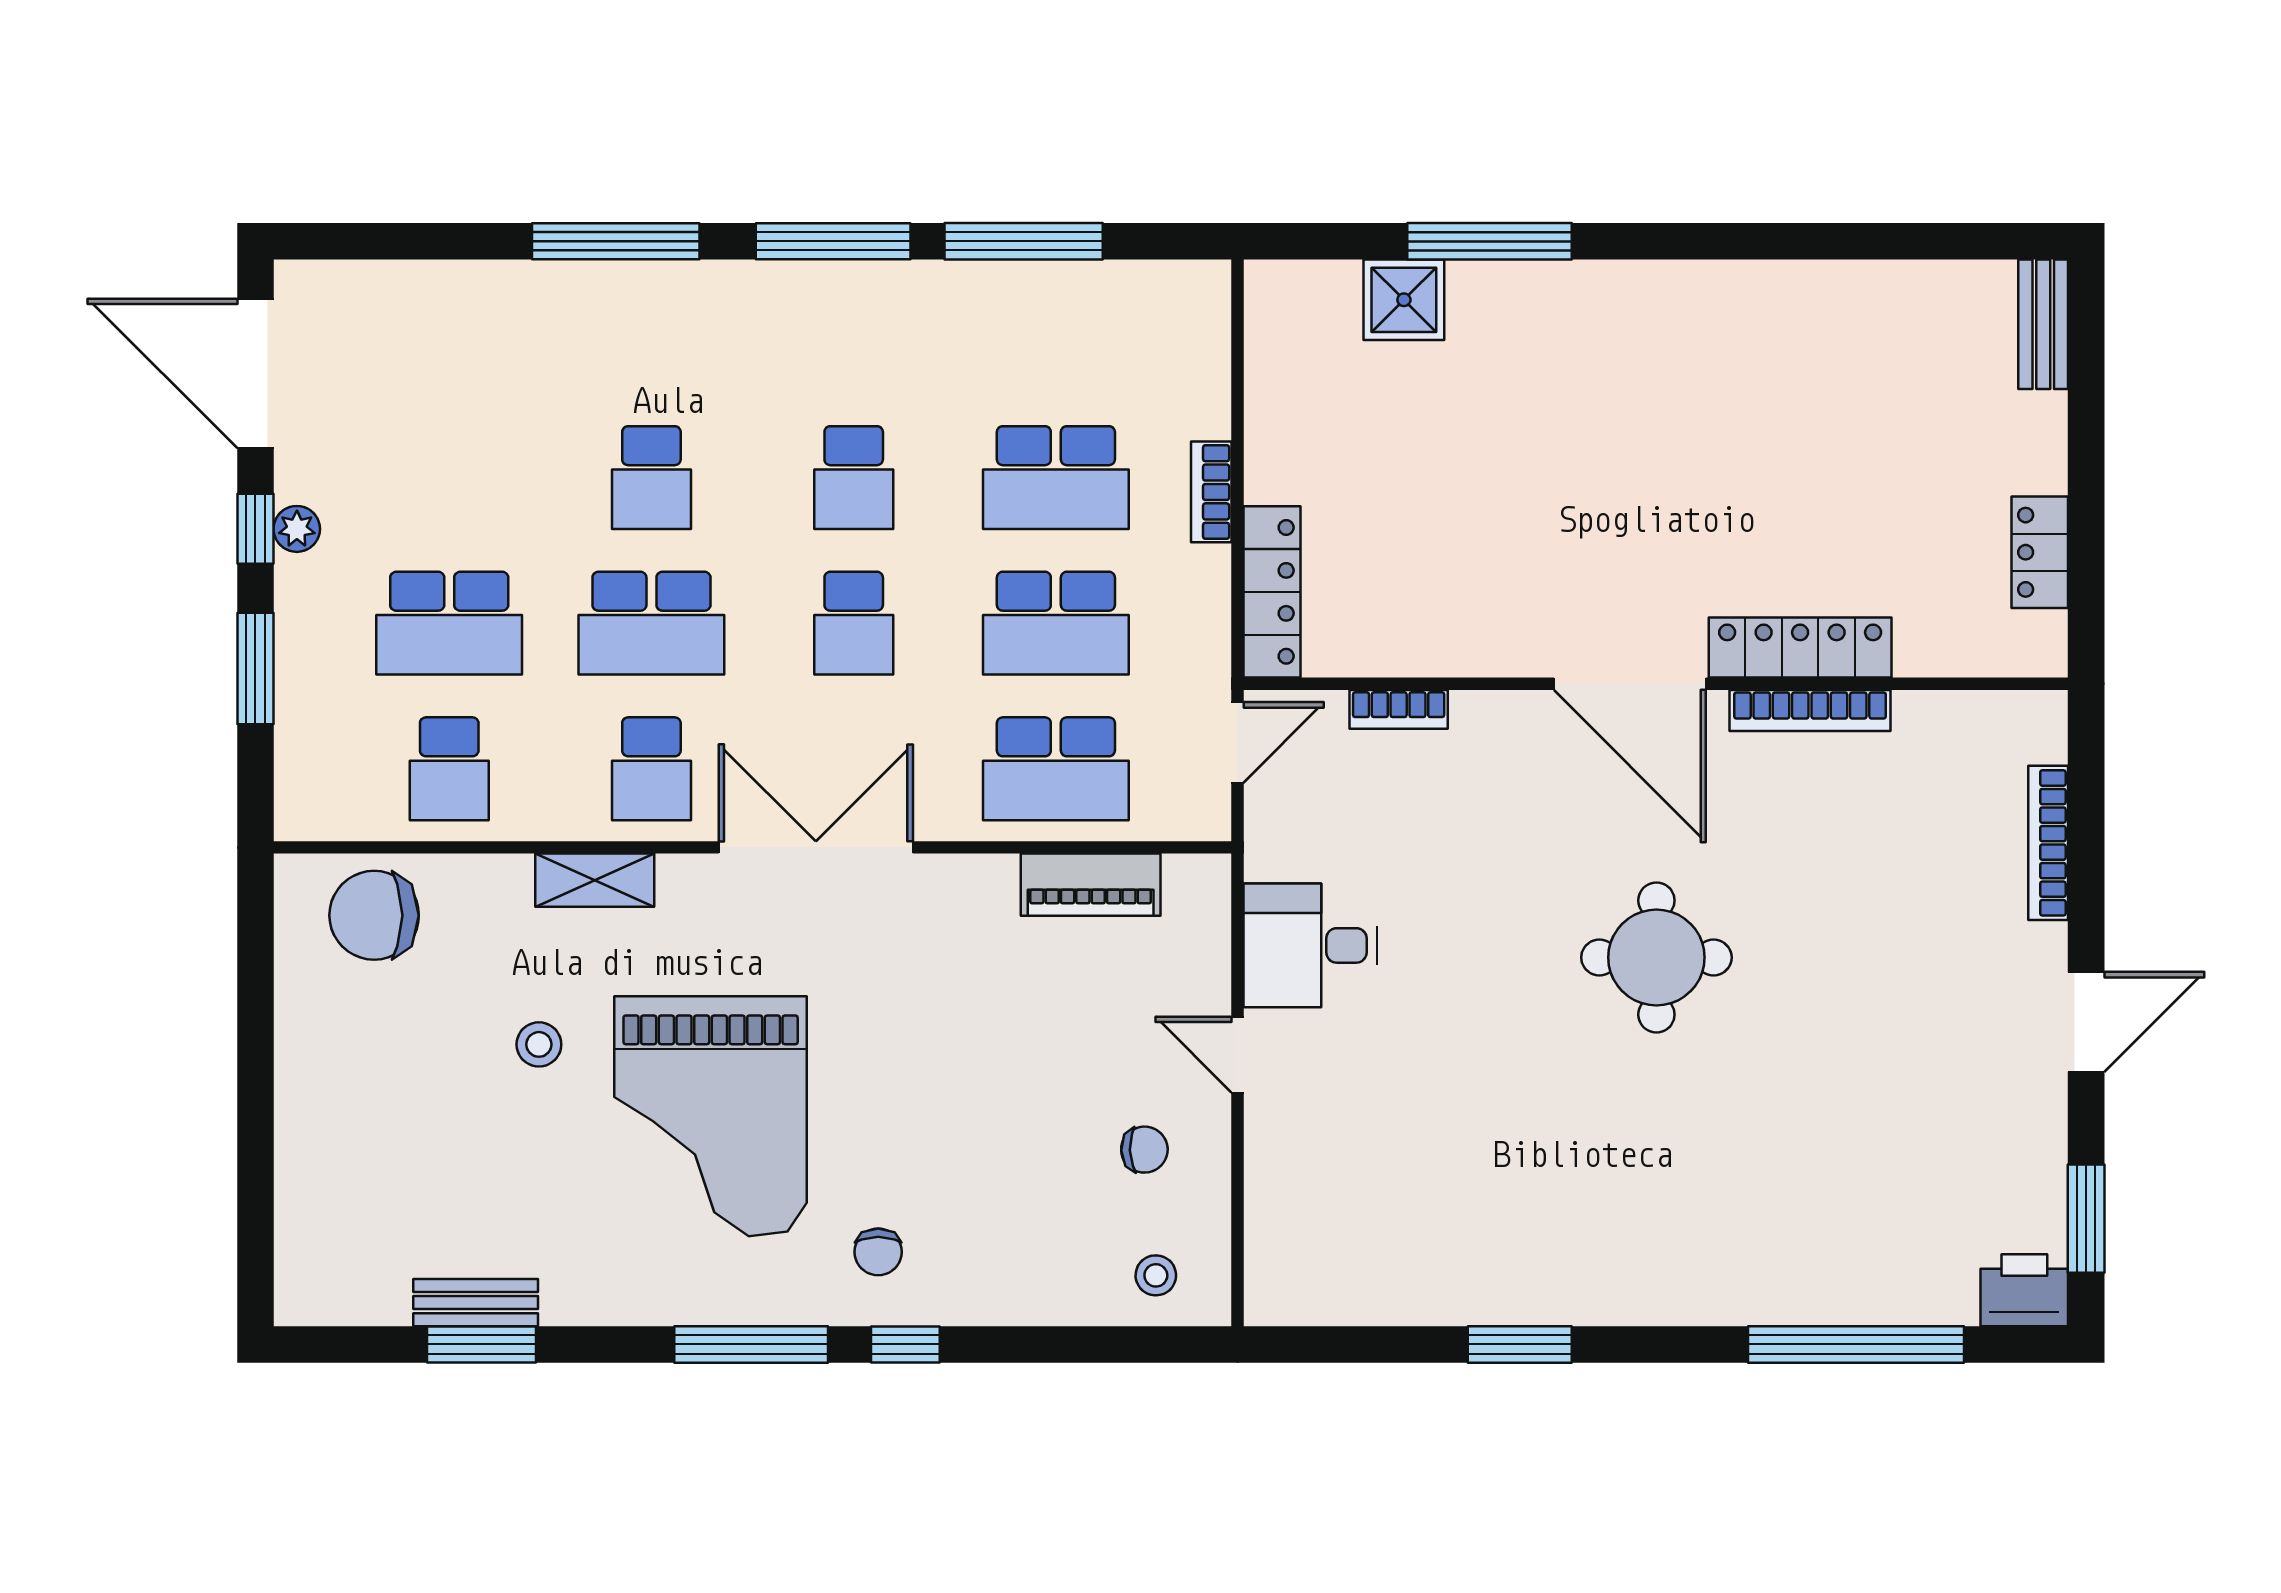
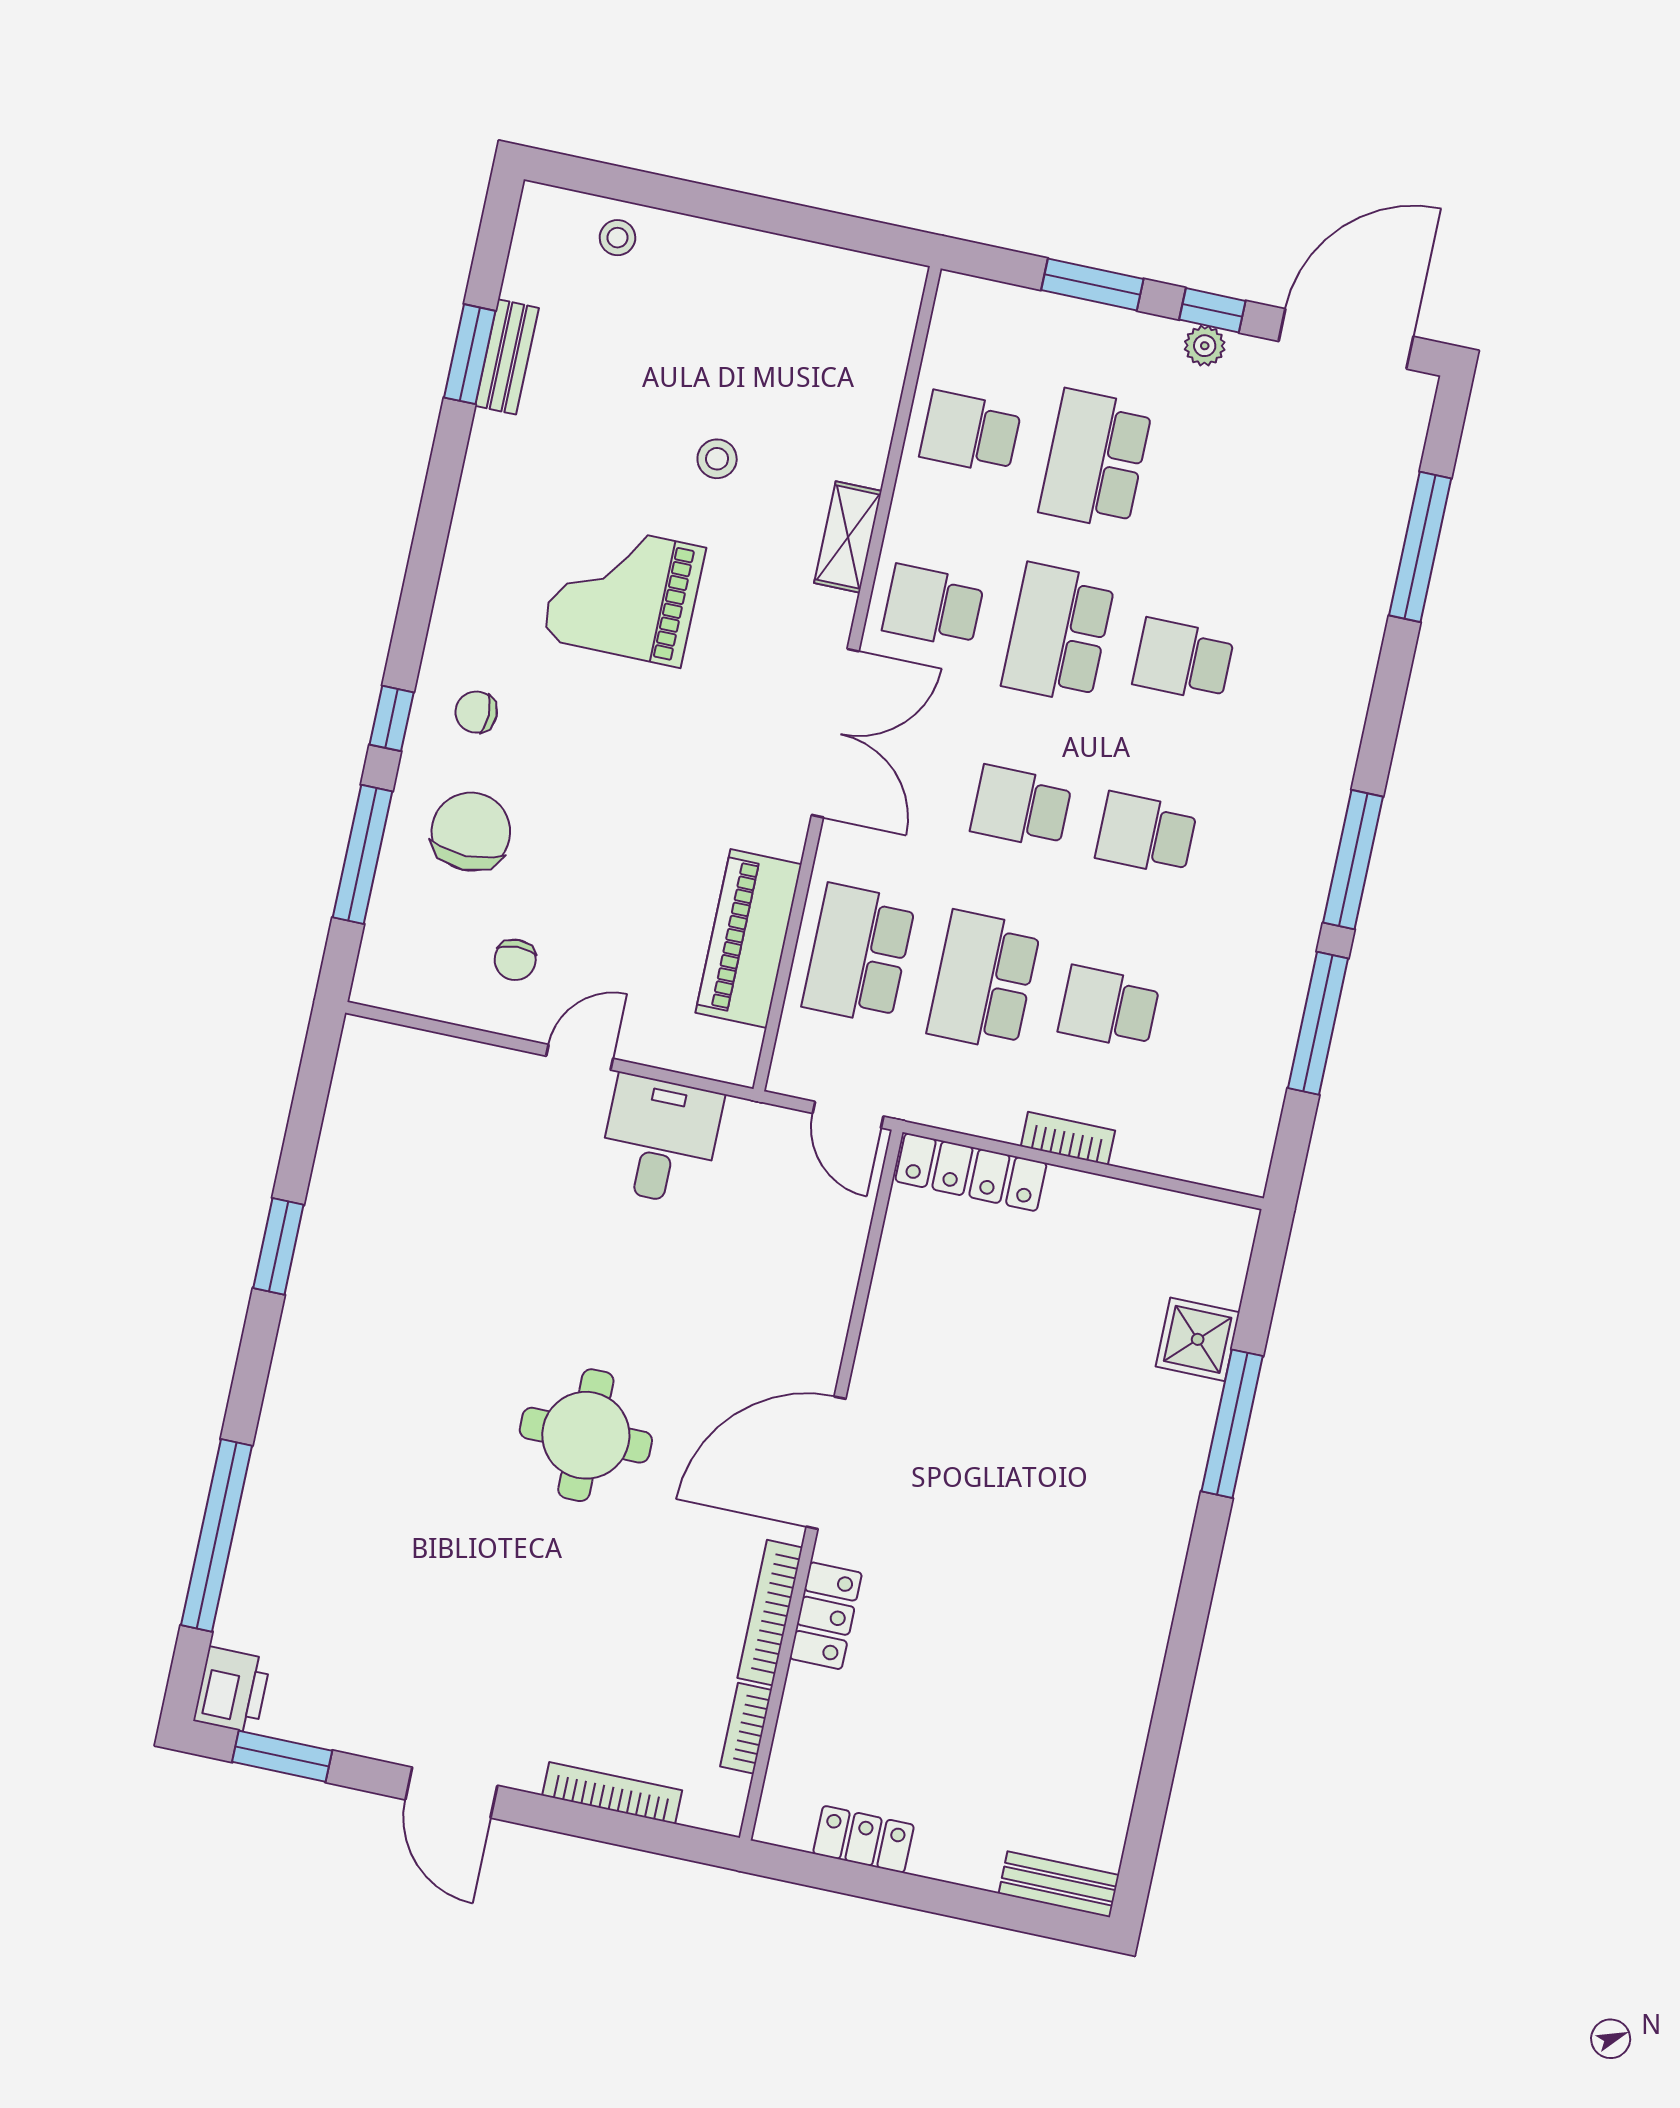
window: (616, 241) -> (1420, 547), moved
school desk: (1056, 478) -> (1109, 1007), width x0.54
locker: (1800, 648) -> (826, 1616), width x0.66
bookcase: (1399, 709) -> (746, 1728), moved
piano: (1091, 885) -> (749, 938), width x1.37, depth x1.33
chair: (374, 915) -> (471, 832), moved
grand piano: (711, 1116) -> (624, 593), width x0.73, depth x0.68
stool: (1156, 1275) -> (617, 238), moved
window: (751, 1344) -> (363, 854), moved

